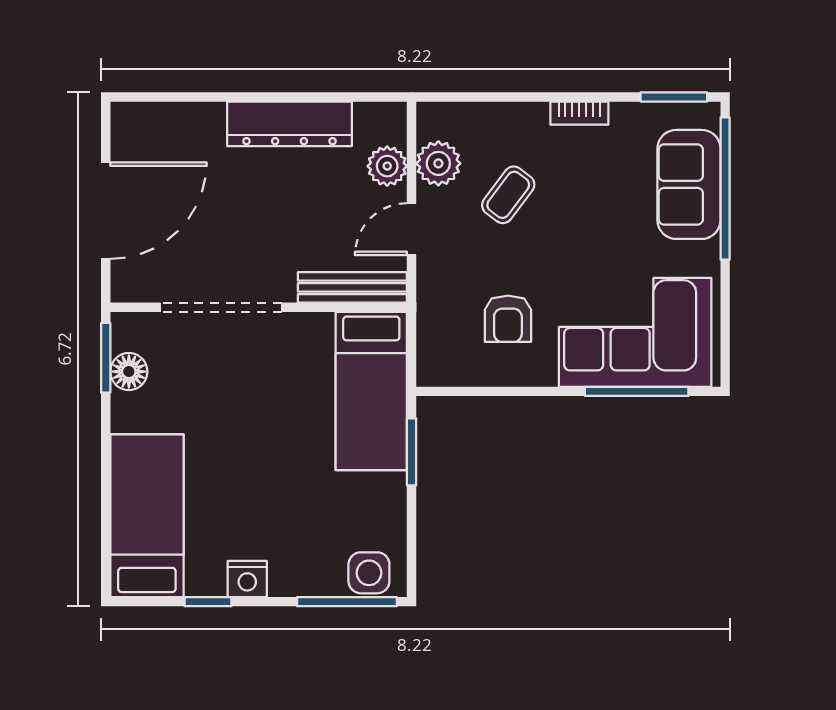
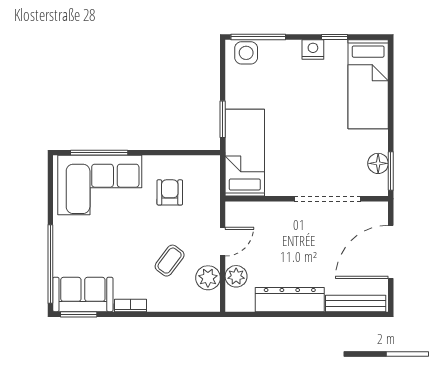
sofa: (689, 184) -> (83, 294), moved, turned -90
bench: (352, 287) -> (356, 303), moved

